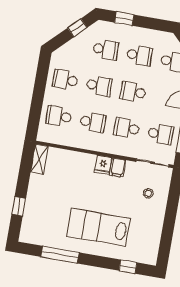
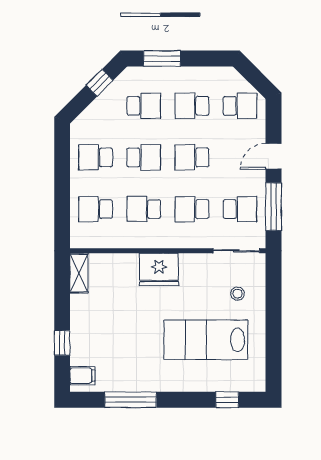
window: (124, 19) -> (162, 59), width x1.50
school desk: (139, 55) -> (192, 106), turned 180
school desk: (93, 122) -> (144, 209), turned 180
fridge: (103, 165) -> (159, 269), width x1.88, depth x1.34
filing cabinet: (118, 168) -> (82, 376), moved, turned -90
lab bench: (98, 227) -> (206, 340), moved

